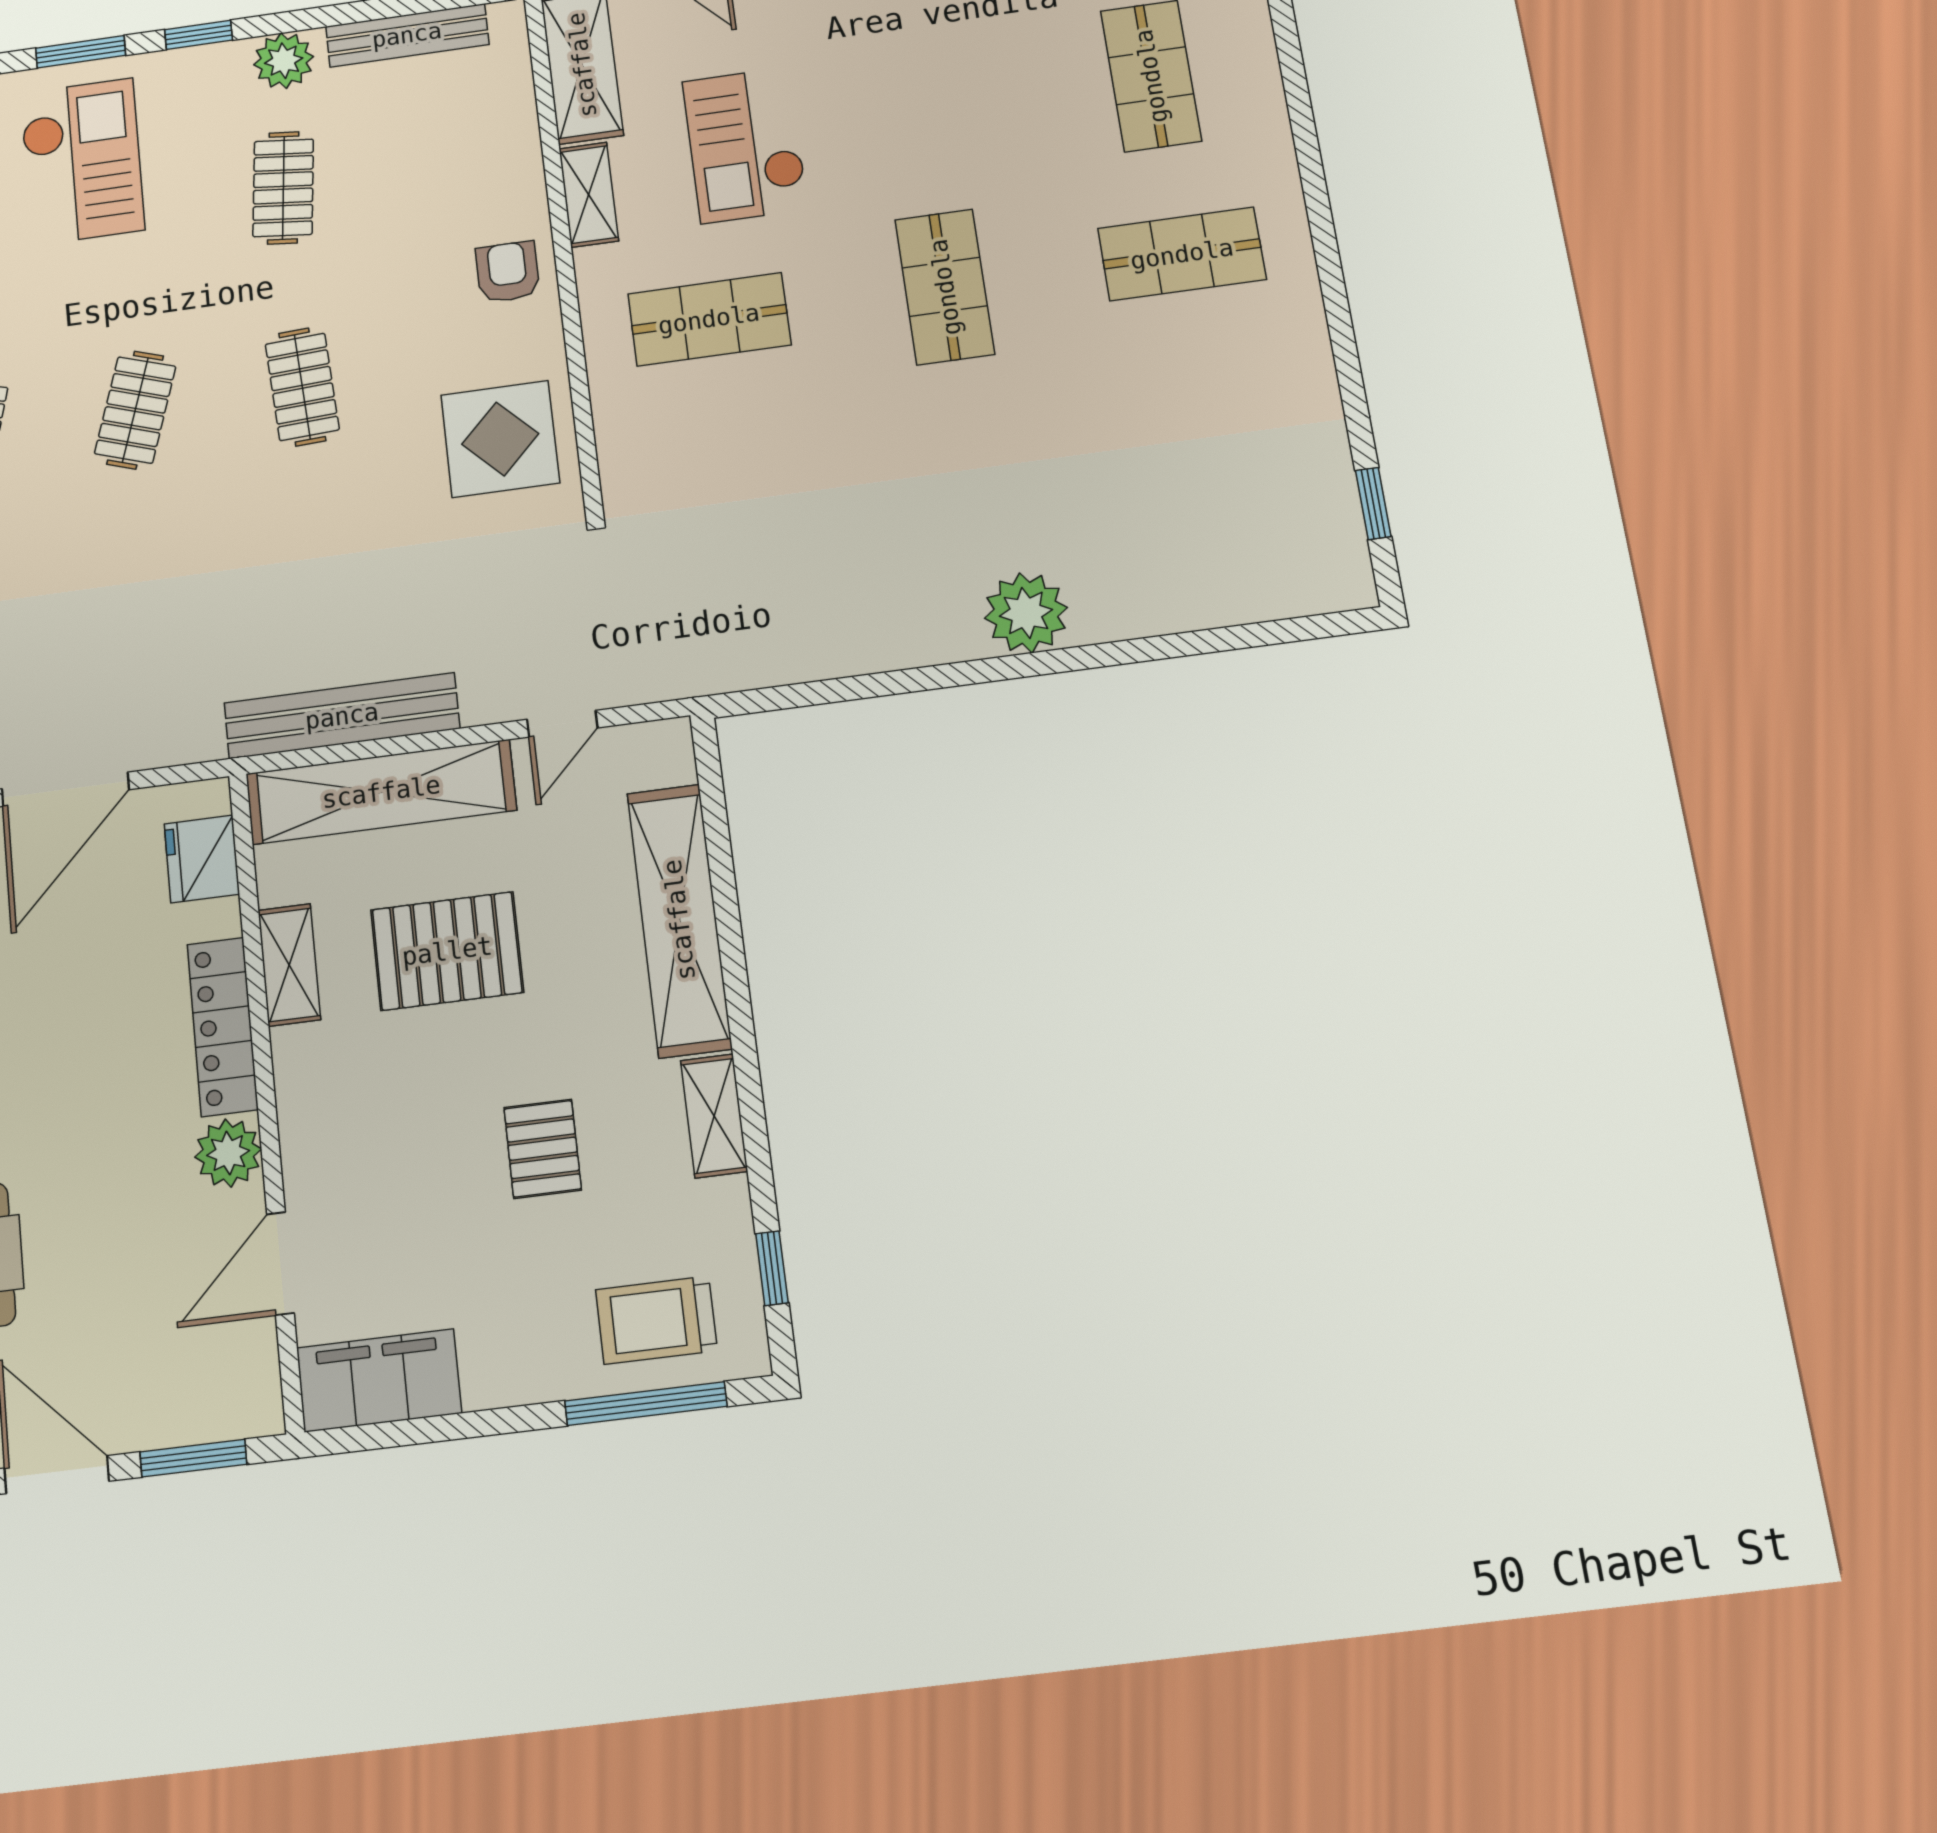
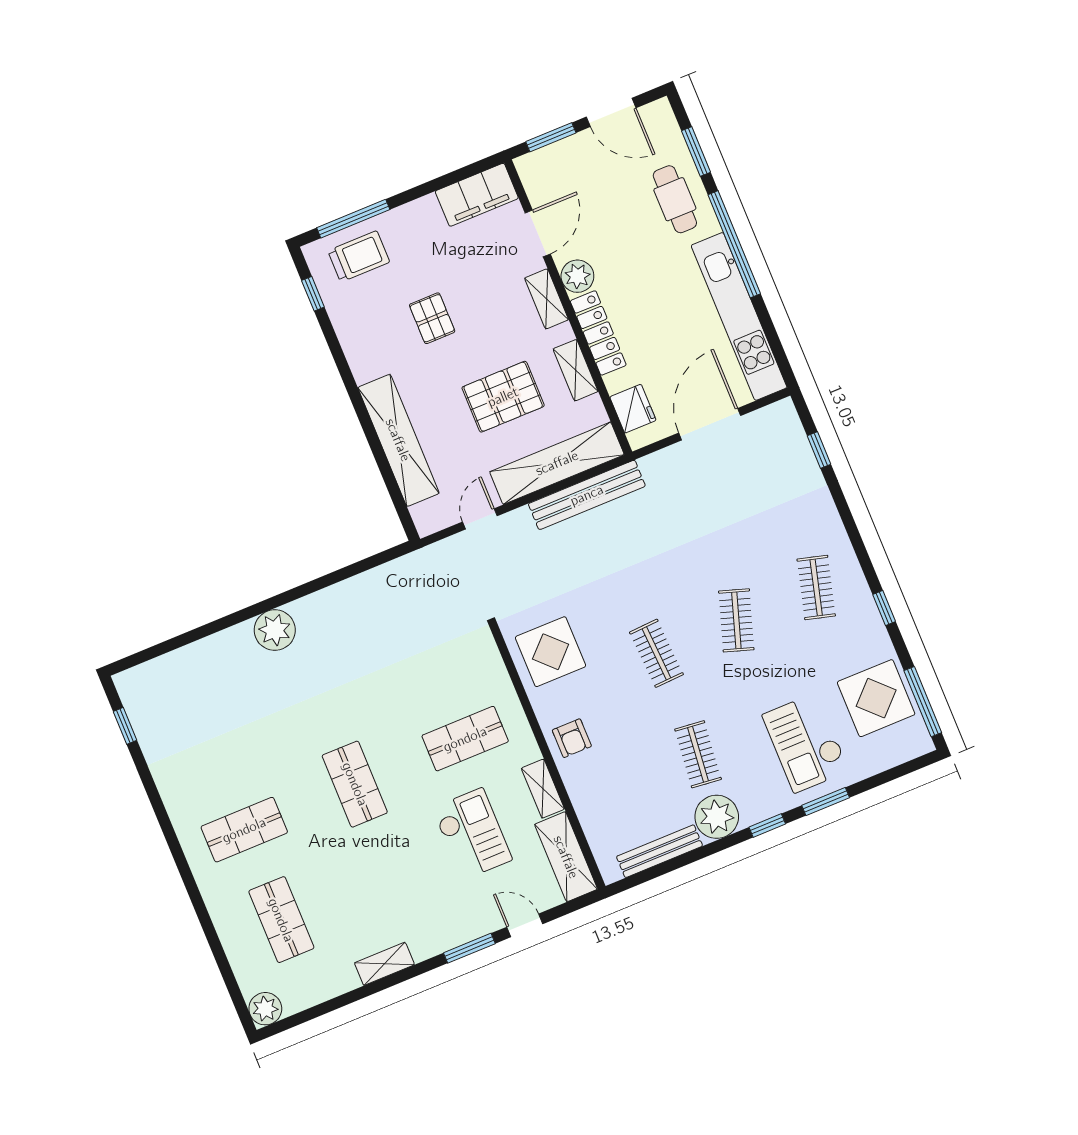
plant: (284, 61) -> (717, 817), width x1.36, depth x1.36
shelving: (714, 1116) -> (547, 299), moved

